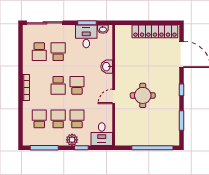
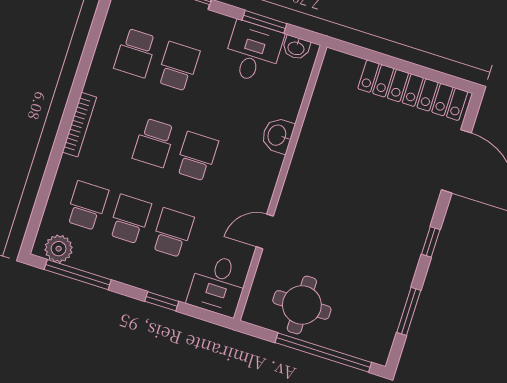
round table: (143, 95) -> (302, 305), moved
door: (114, 96) -> (265, 231), moved
plant: (72, 140) -> (59, 249), moved

